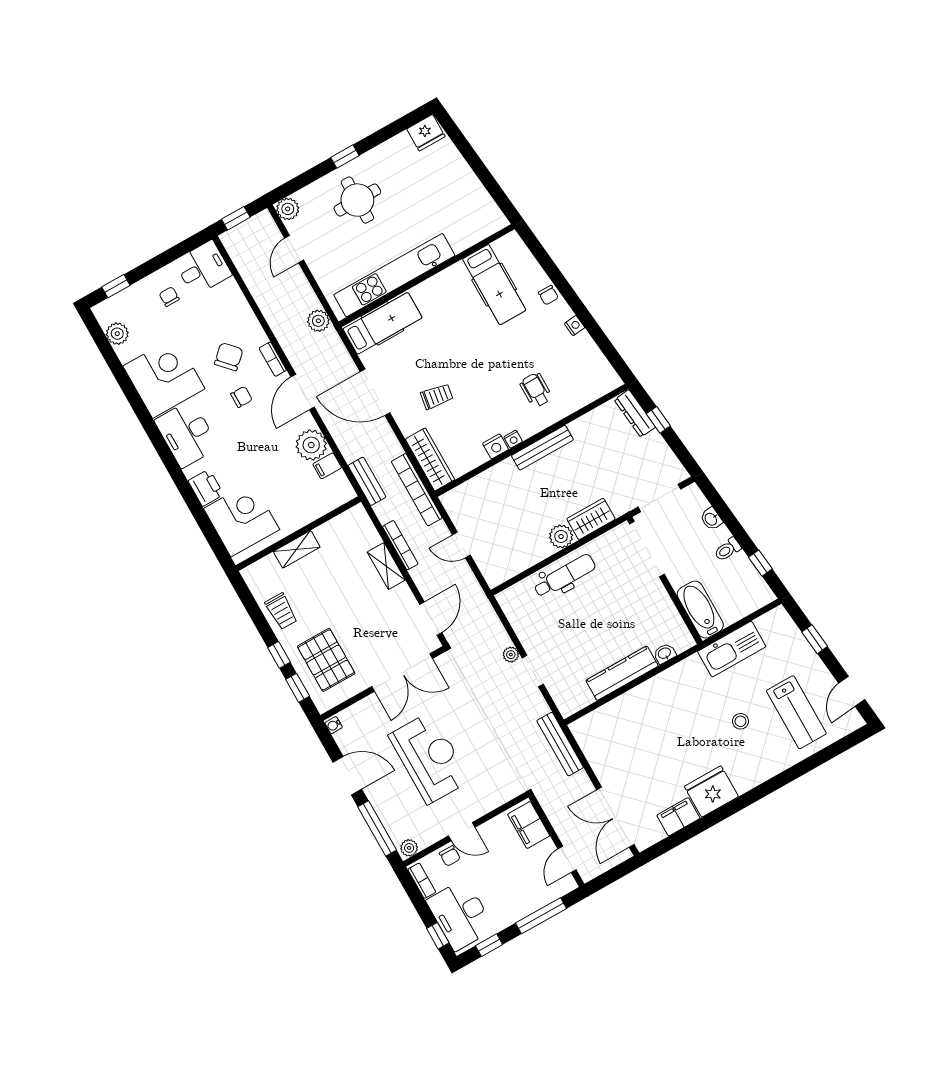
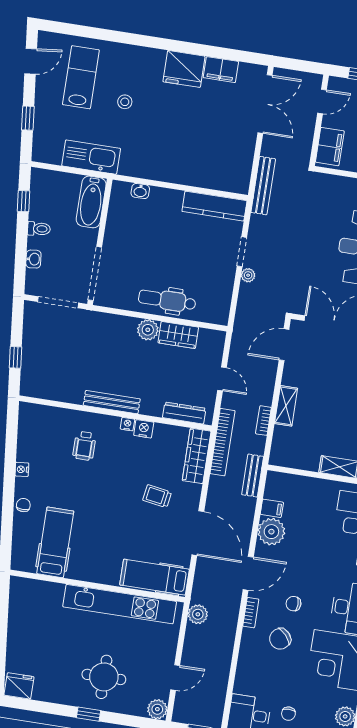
dresser: (635, 413) -> (184, 413), moved, turned -84
wardrobe: (591, 519) -> (178, 335), moved
bookcase: (400, 545) -> (263, 421), width x0.64
kitchen counter: (622, 673) -> (214, 206), moved

